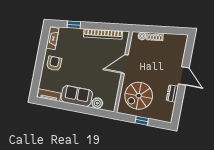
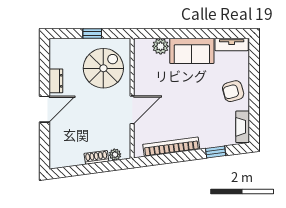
armchair: (54, 63) -> (233, 91), turned 73
door: (184, 76) -> (45, 109), swing flipped

